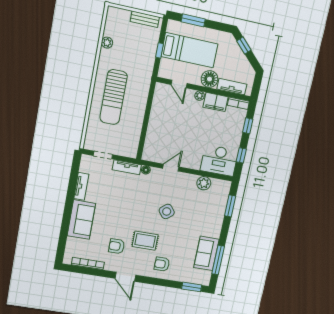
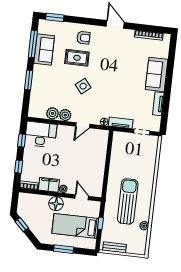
window: (193, 20) -> (64, 249), moved
window: (244, 46) -> (22, 225), moved
tv unit: (232, 87) -> (36, 199), removed
sun lounger: (114, 97) -> (128, 201), moved
plant: (190, 180) -> (65, 115), added
window: (230, 206) -> (29, 80), moved
rug: (145, 241) -> (77, 58), moved
armchair: (117, 246) -> (125, 52), removed

